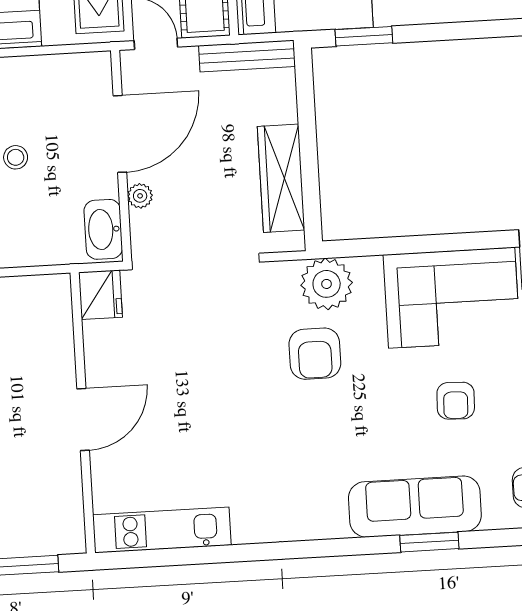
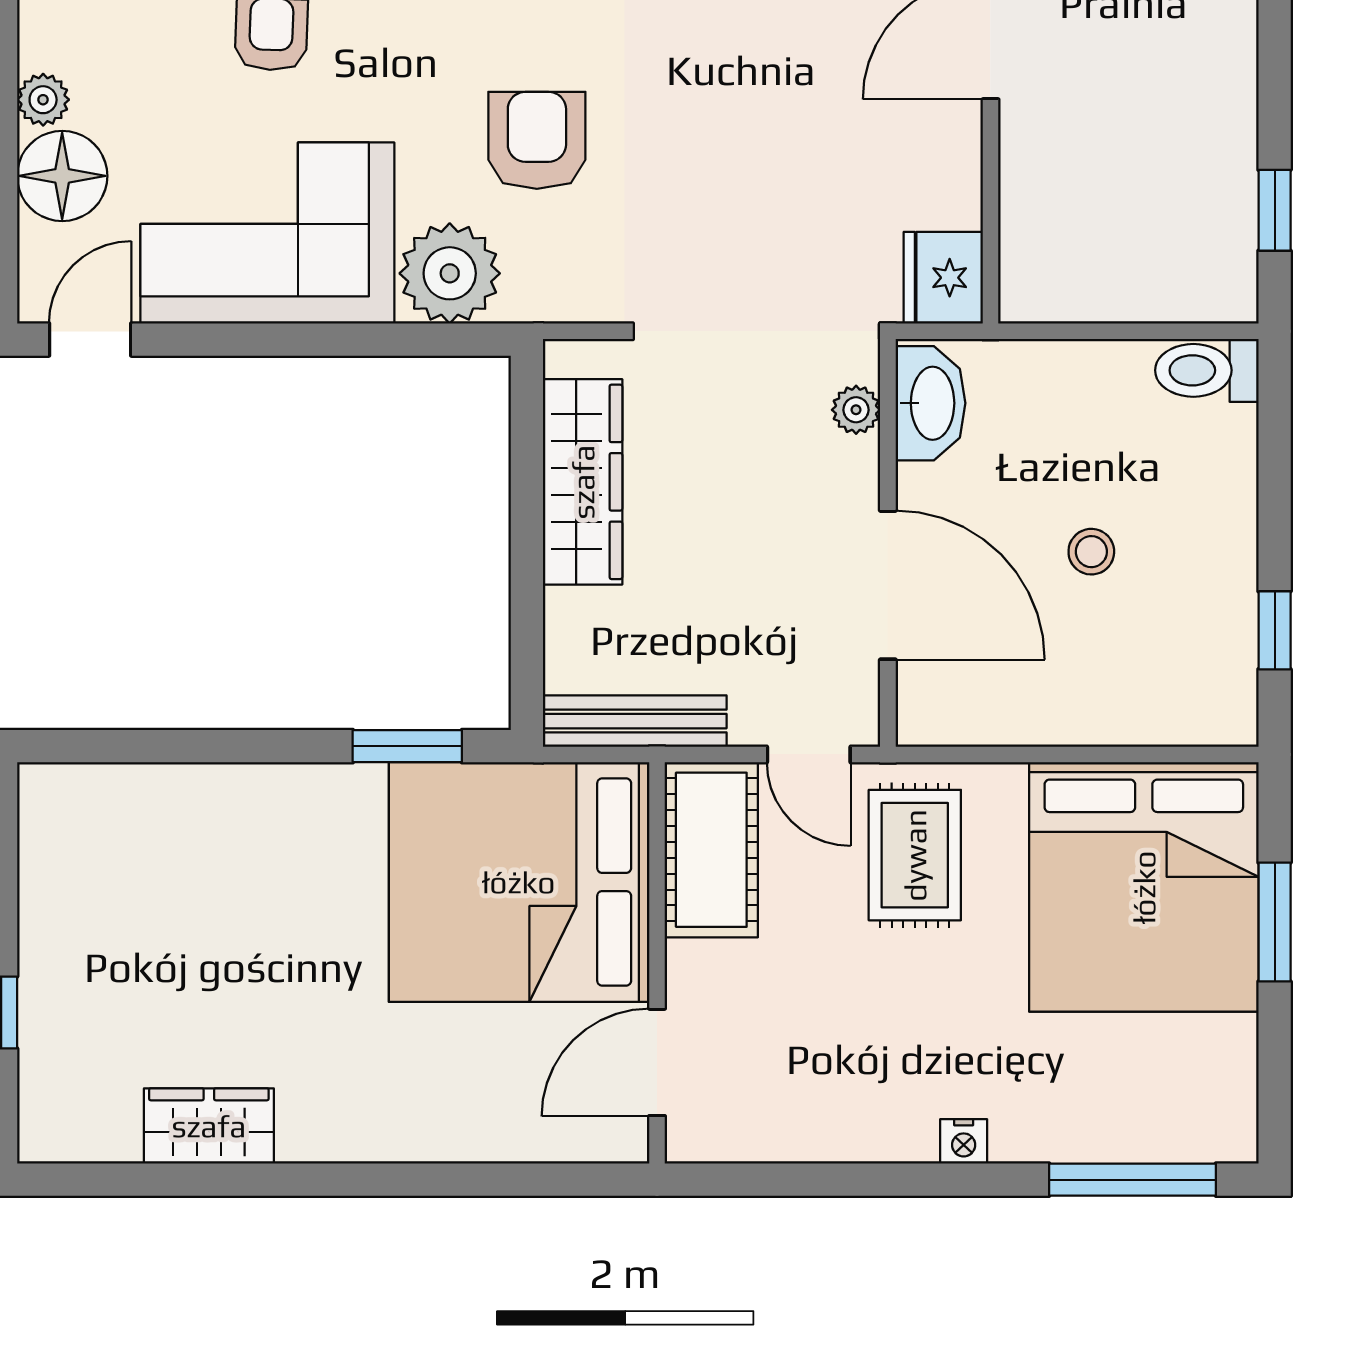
door: (120, 134) -> (888, 585), swing flipped
plant: (140, 196) -> (856, 410), moved
plant: (327, 284) -> (450, 273), moved

